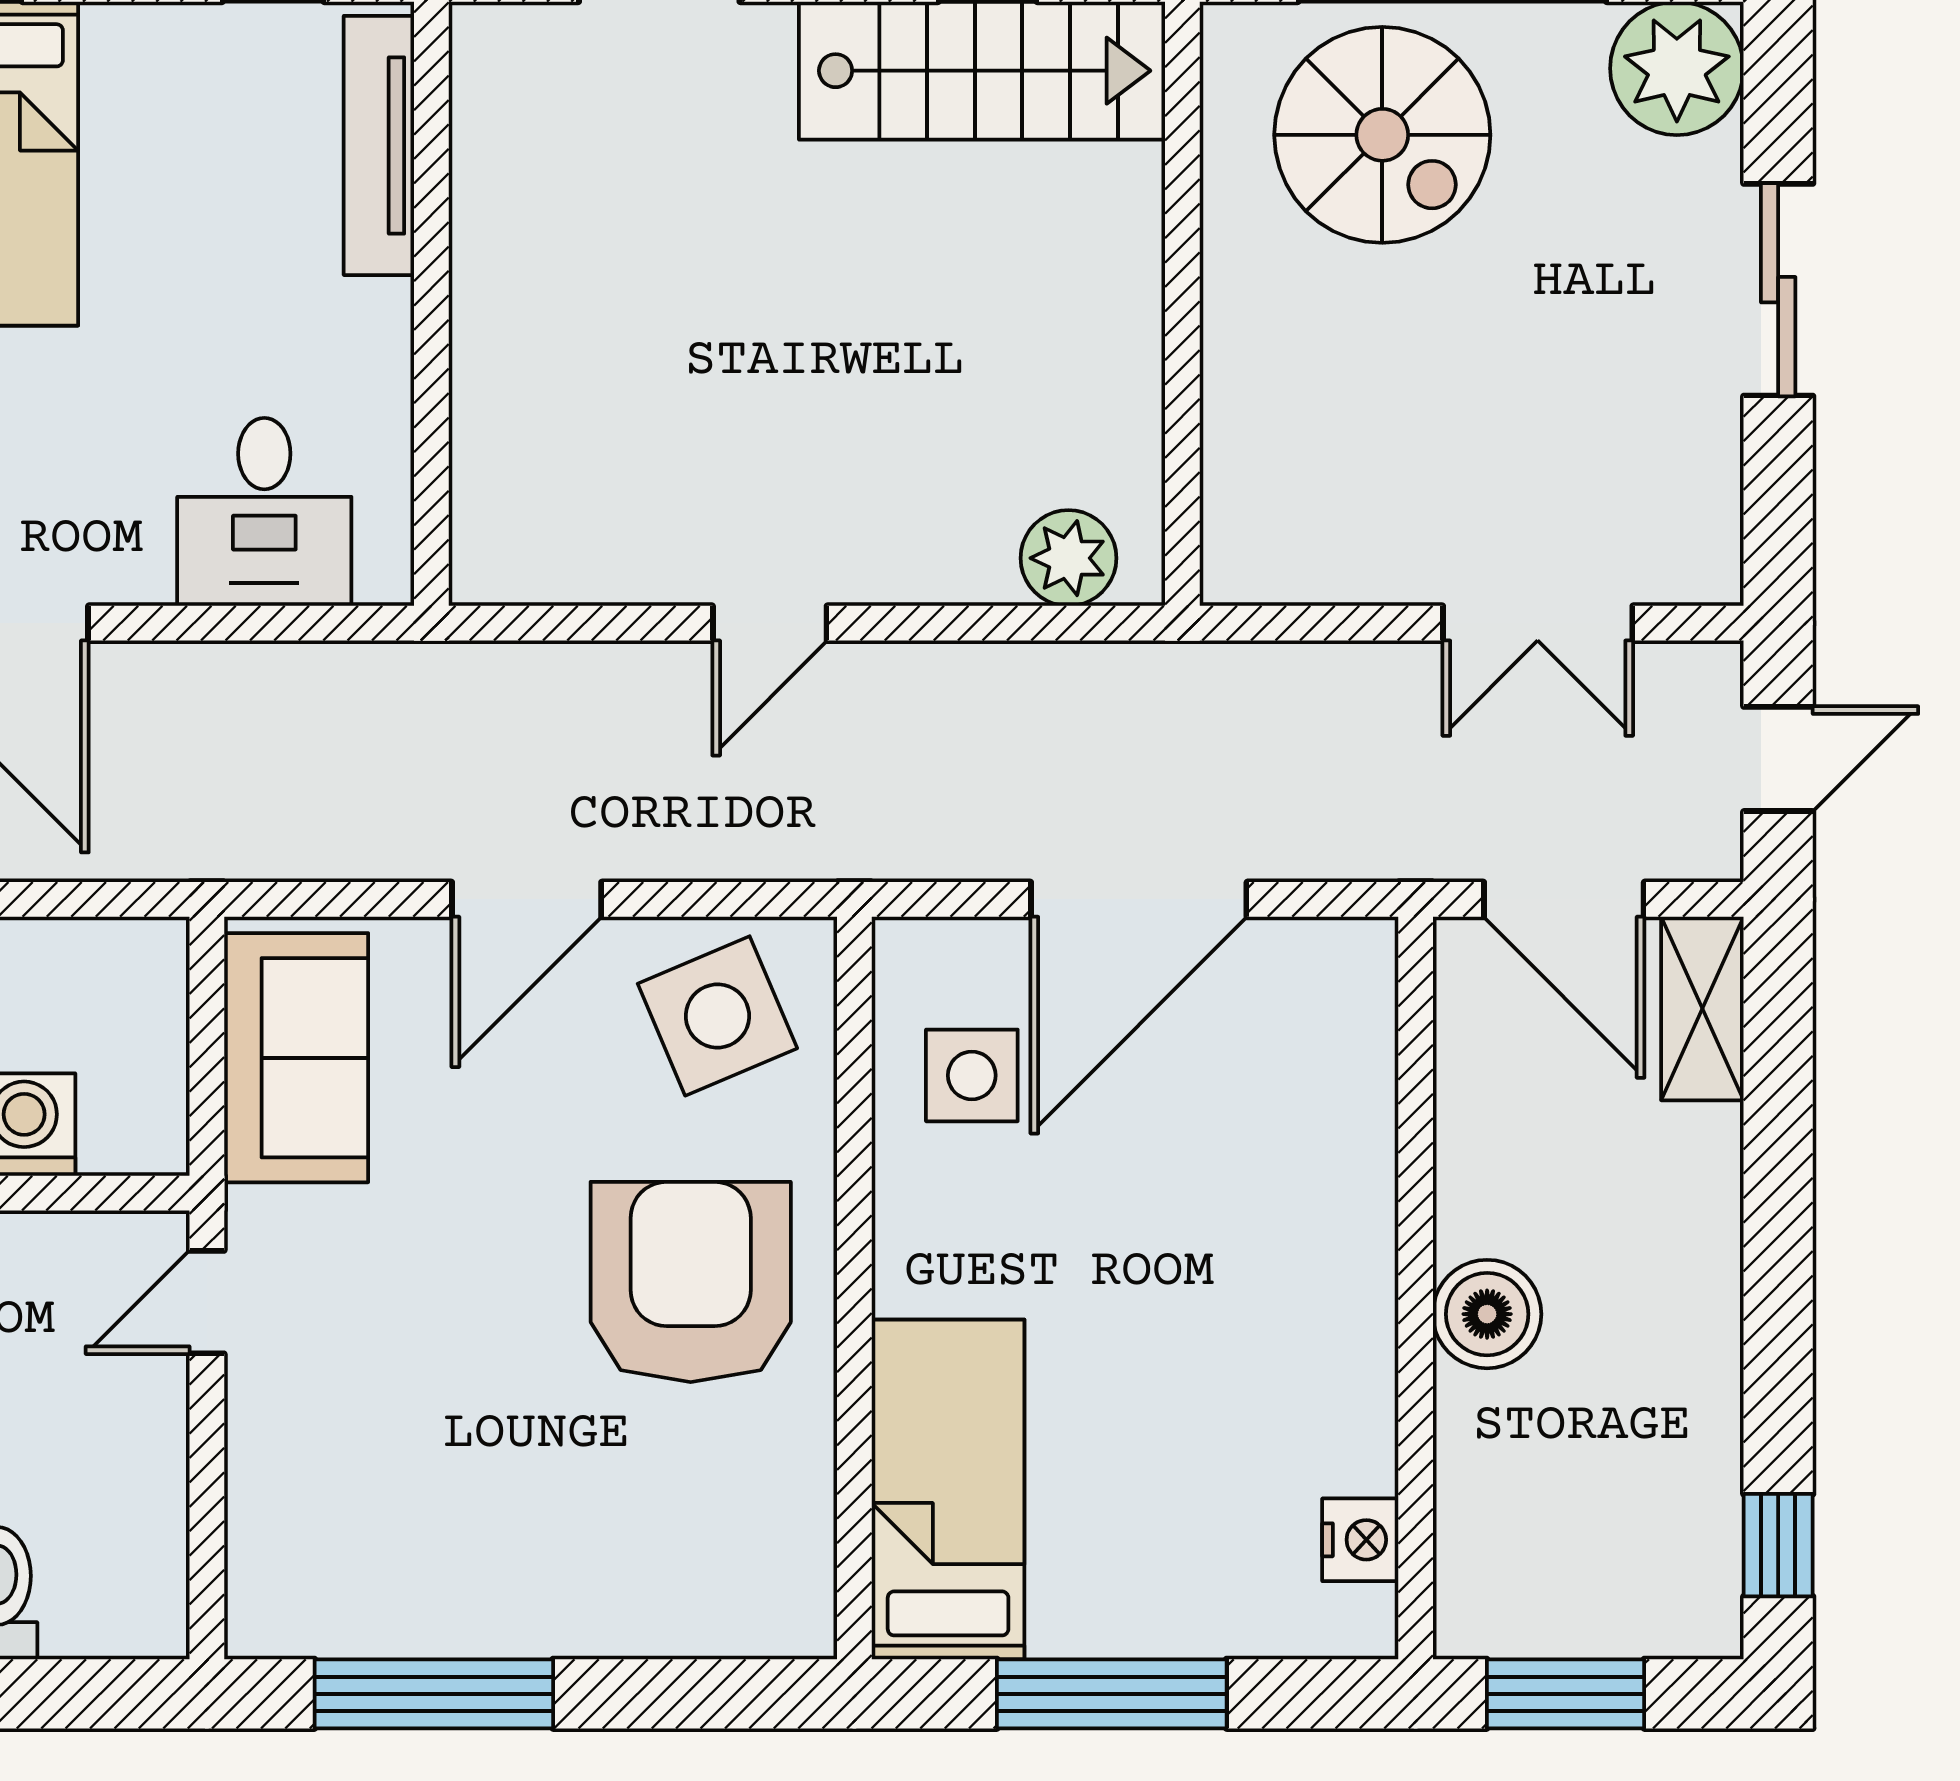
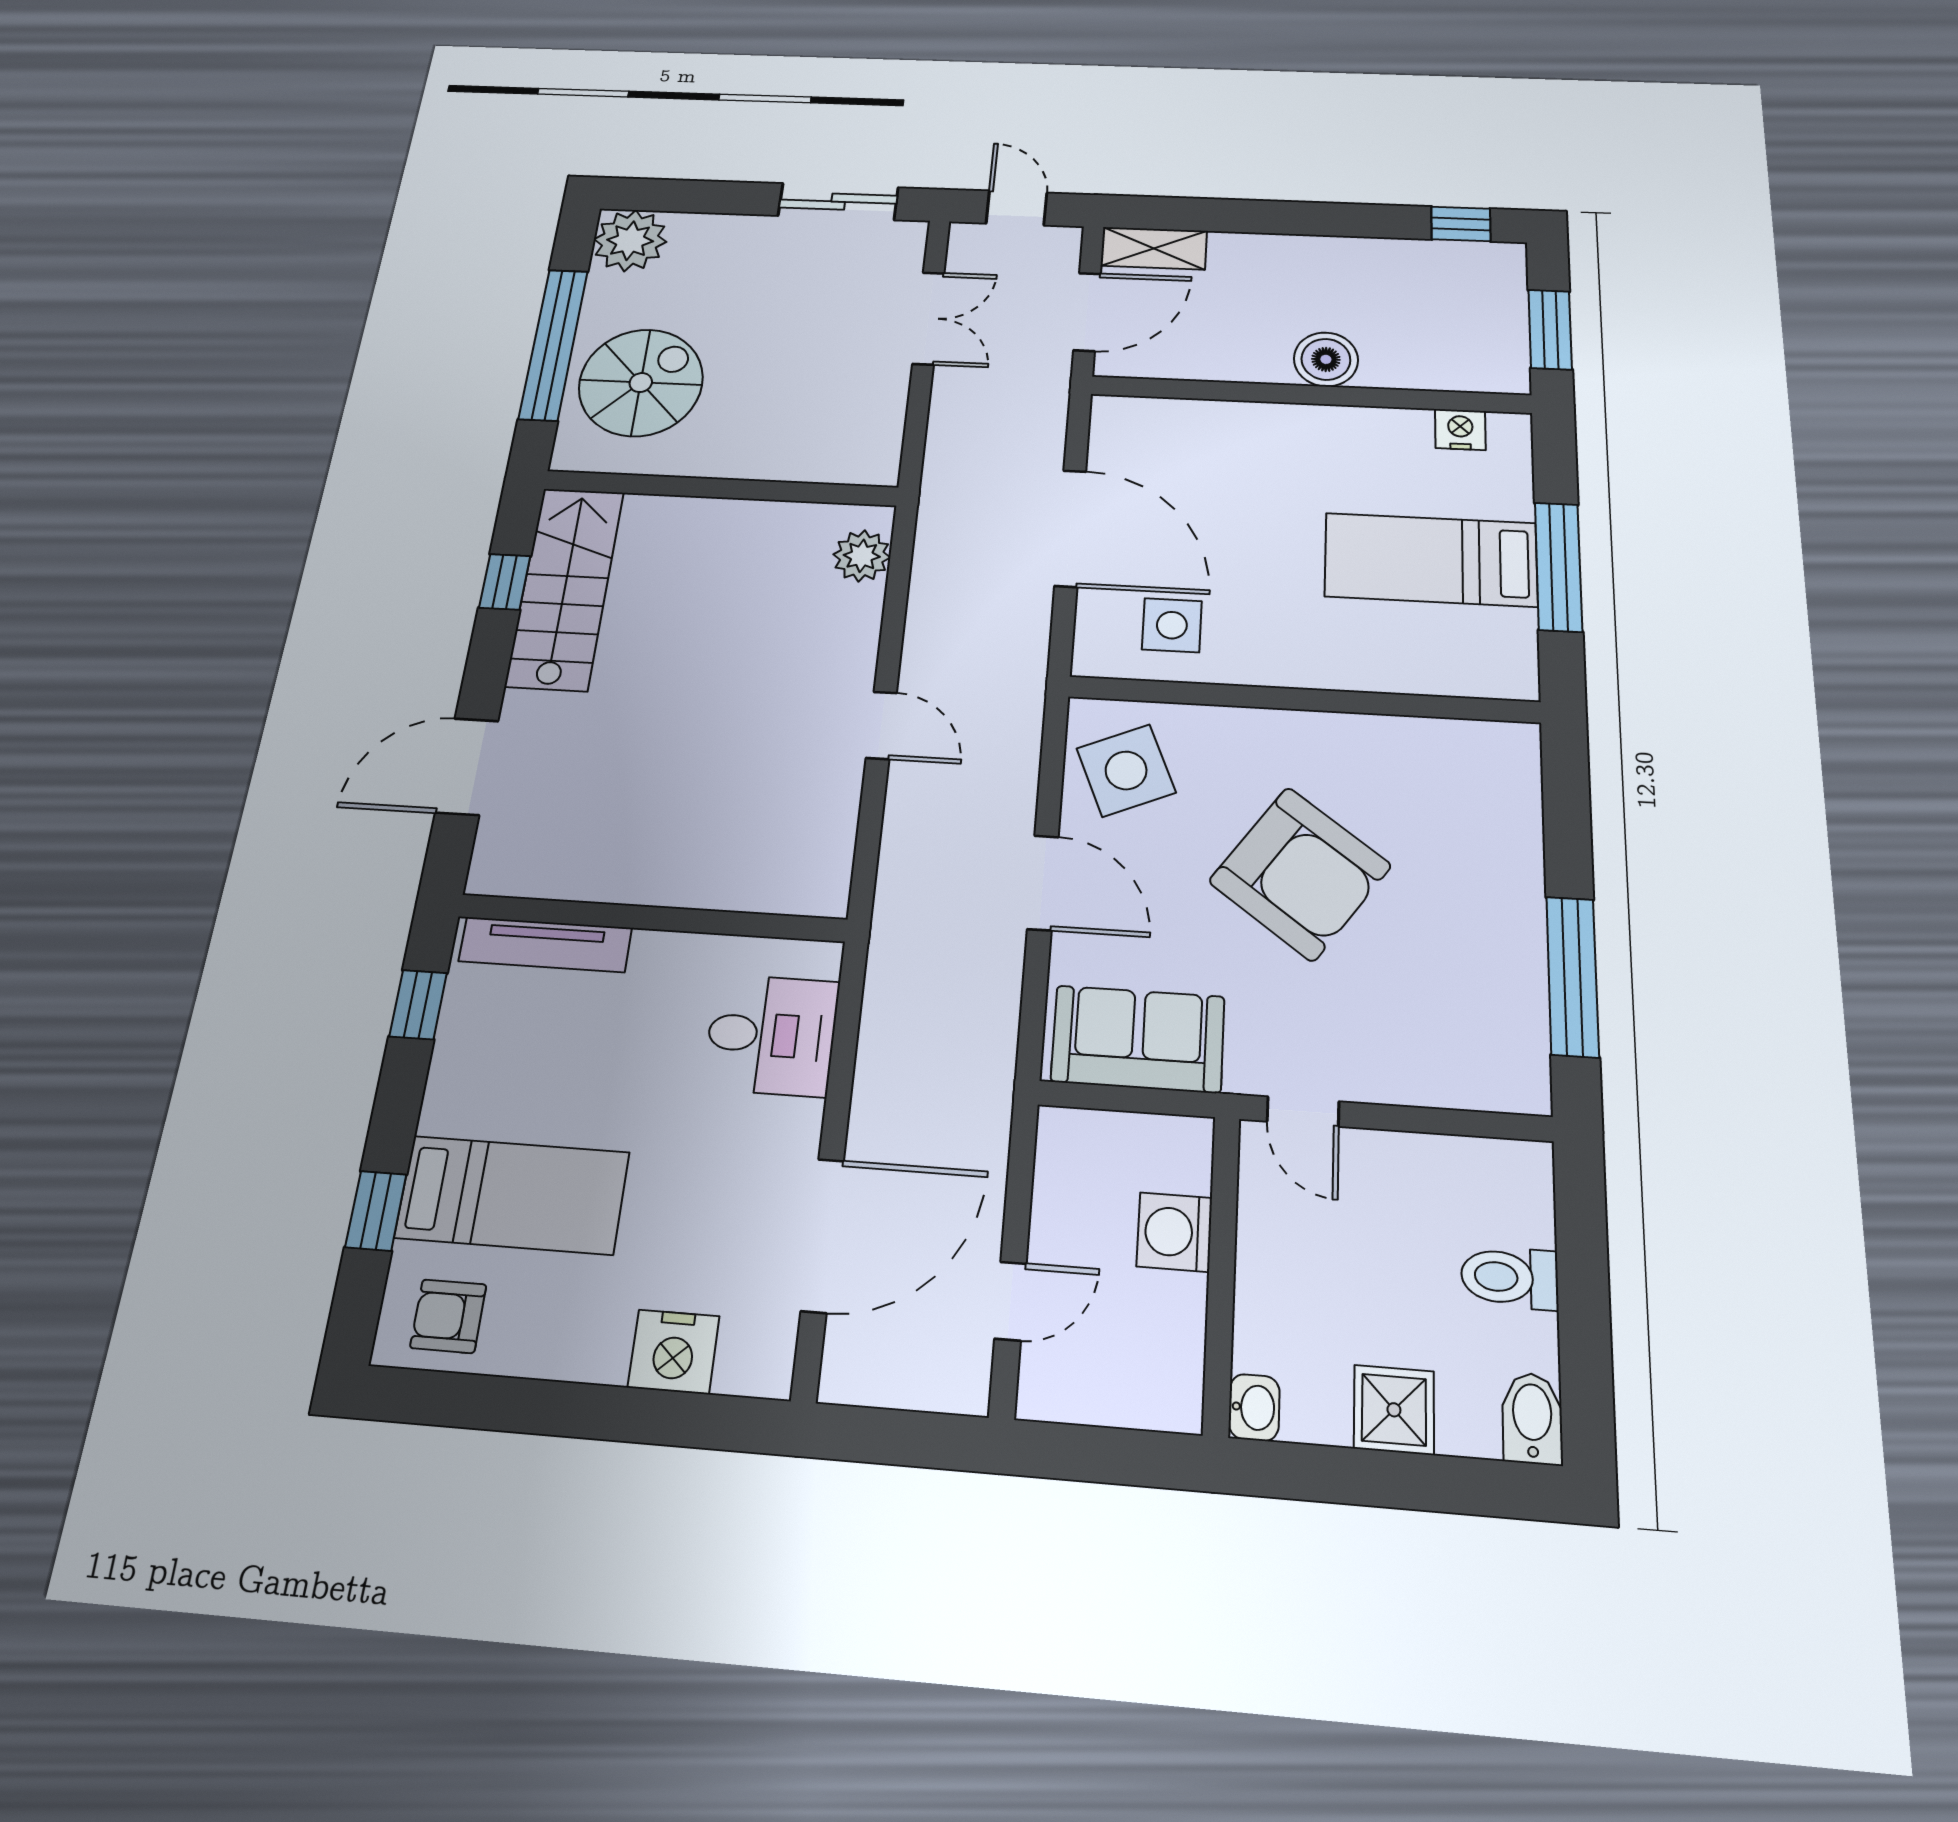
sliding door: (1778, 290) -> (838, 202), moved
armchair: (691, 1282) -> (1300, 873), moved, turned -144
bed: (948, 1489) -> (1431, 560), moved

